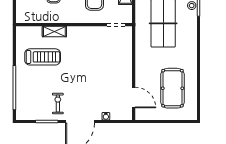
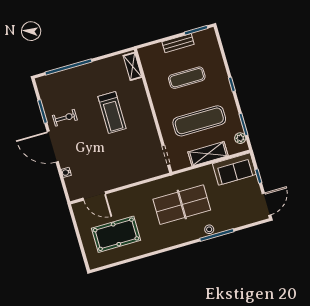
shelving: (54, 31) -> (132, 66), moved
treadmill: (43, 57) -> (112, 113), moved
door: (134, 98) -> (94, 196), hinge flipped

